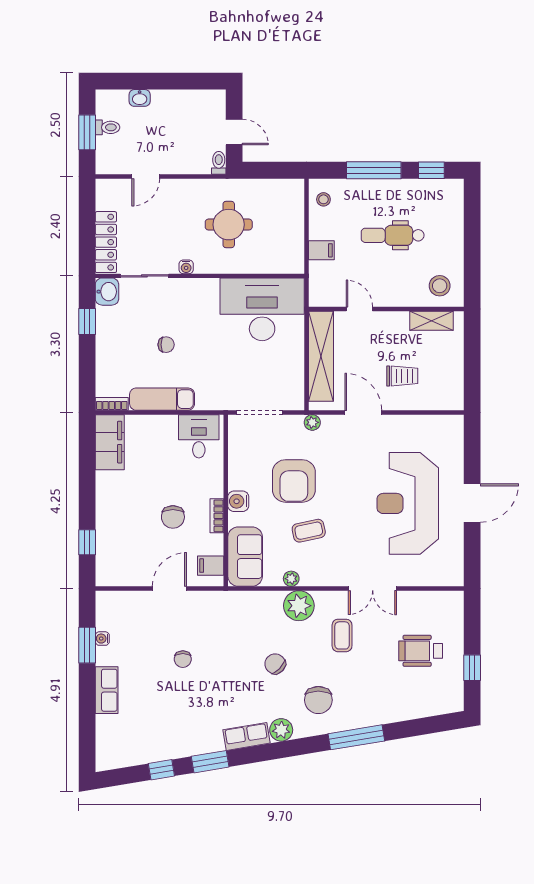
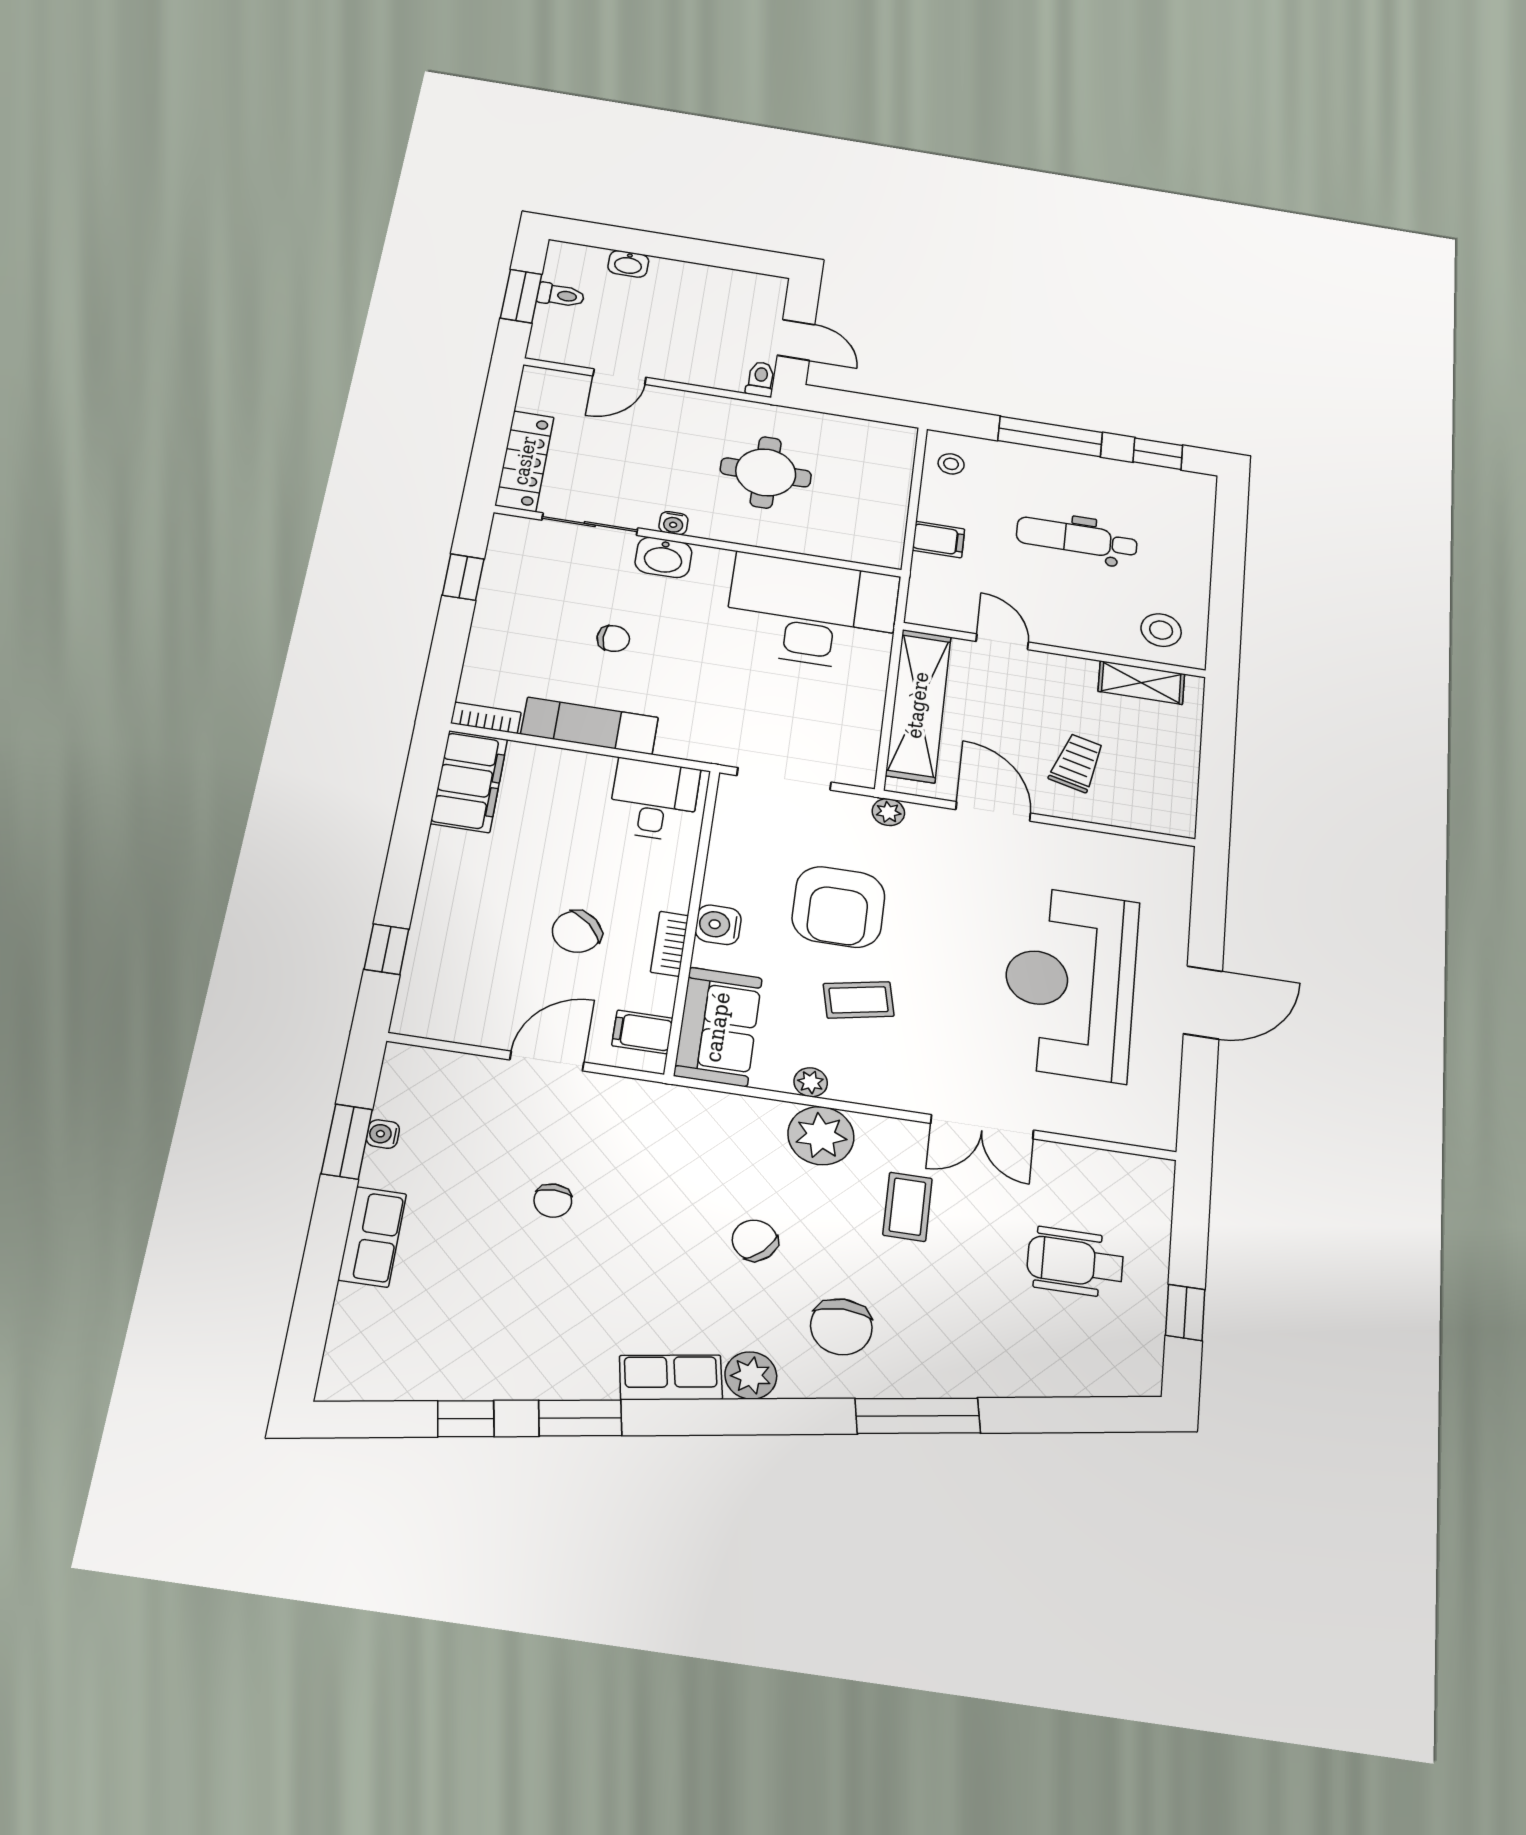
washbasin: (107, 292) -> (663, 557), moved, turned 90
trolley: (402, 376) -> (1077, 763), turned -75
chair: (173, 517) -> (577, 932), turned 44

